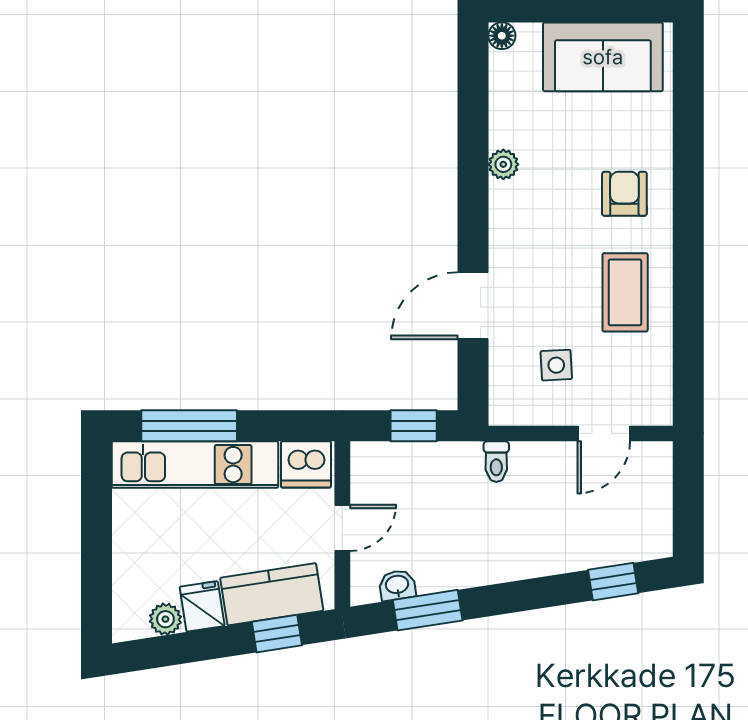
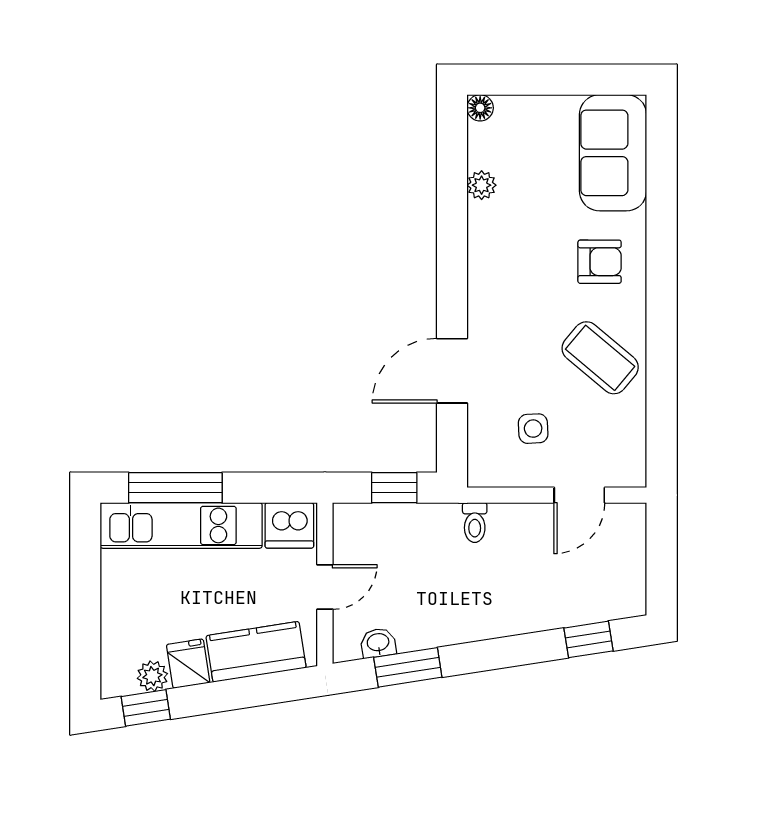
sofa: (603, 57) -> (613, 153), moved, turned 90
plant: (503, 164) -> (482, 185), moved
armchair: (624, 194) -> (600, 262), turned 90
coffee table: (625, 292) -> (600, 358), turned -50
window: (277, 634) -> (146, 708), moved

